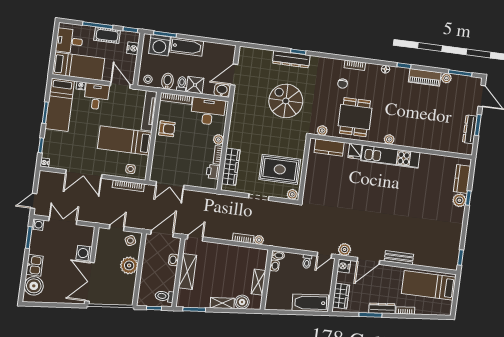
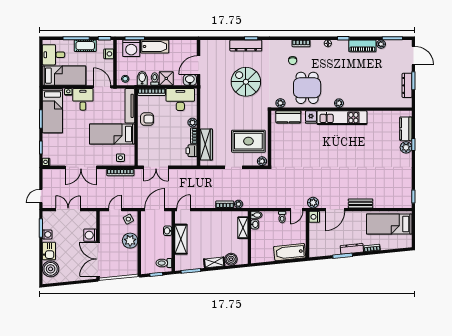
washing machine: (38, 225) -> (47, 234), moved
shelving: (258, 282) -> (243, 228), moved
wardrobe: (341, 296) -> (315, 243), removed

